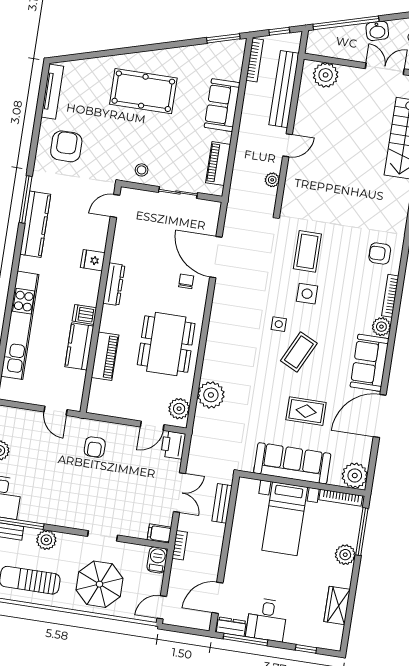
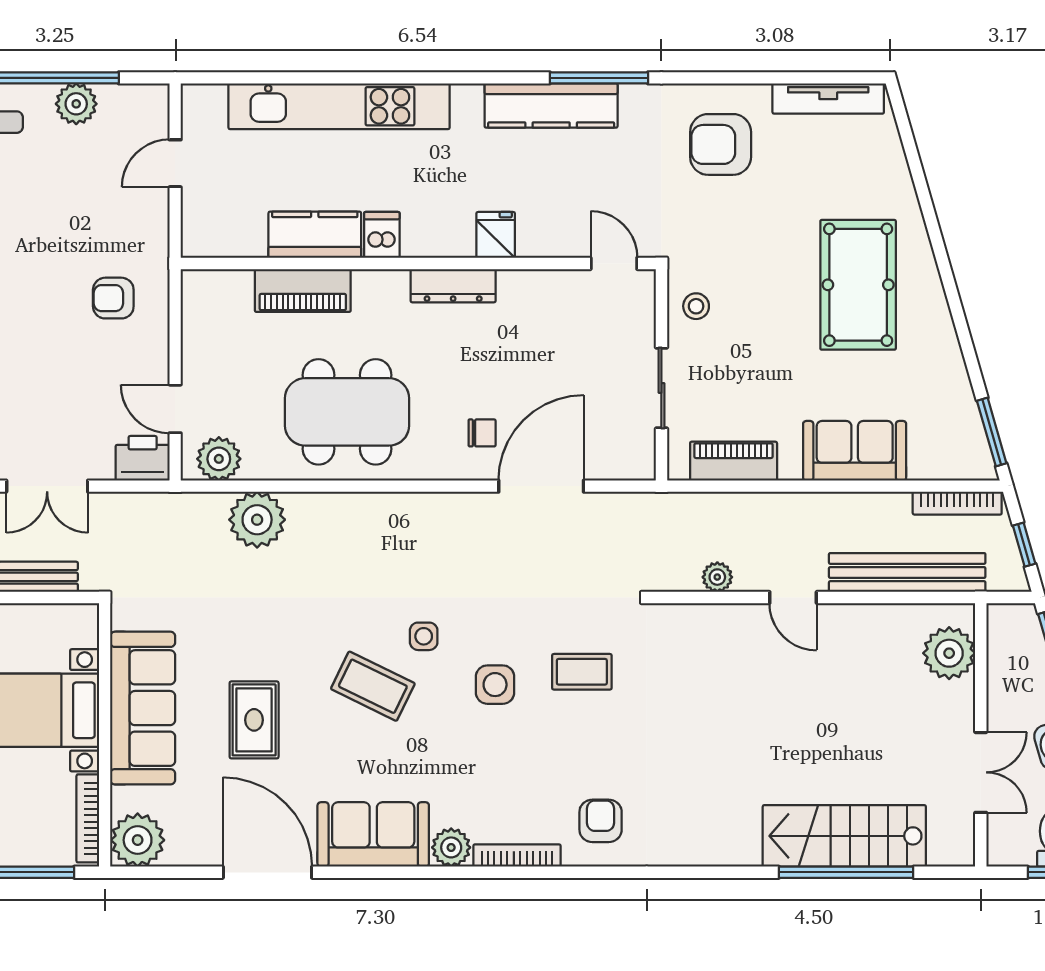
armchair: (66, 146) -> (721, 144), turned 180
coffee table: (307, 251) -> (582, 672), width x0.73, depth x0.77
door: (56, 411) -> (175, 163), moved

